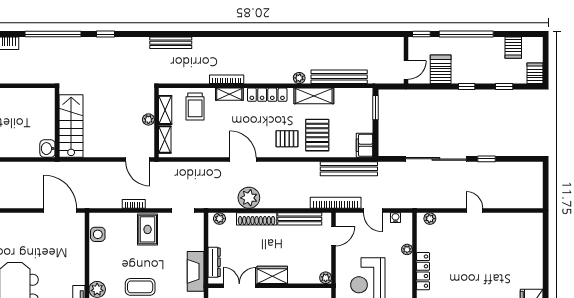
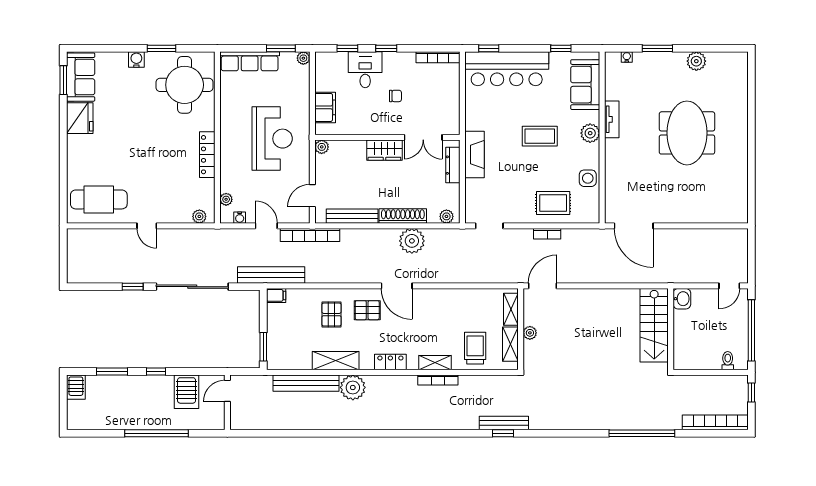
window: (106, 34) -> (503, 433), moved
window: (421, 34) -> (209, 433), removed
server rack: (513, 48) -> (101, 417), removed
plant: (299, 78) -> (353, 387), width x1.88, depth x1.88
window: (504, 87) -> (112, 372), width x1.50
locker: (267, 95) -> (390, 362), width x0.66
wall: (57, 123) -> (671, 329), moved
stairs: (71, 126) -> (654, 325), moved
pallet: (317, 135) -> (332, 315), width x0.67, depth x0.71
filing cabinet: (364, 145) -> (276, 295), width x0.50
washbasin: (47, 149) -> (682, 299), moved
door: (138, 160) -> (543, 286), hinge flipped
door: (243, 160) -> (397, 286), moved
bench: (349, 169) -> (271, 275), moved
rug: (148, 229) -> (553, 203), moved, turned 90
cafe table: (515, 233) -> (99, 199), added
side table: (98, 234) -> (588, 178), moved
plant: (407, 249) -> (226, 199), moved

